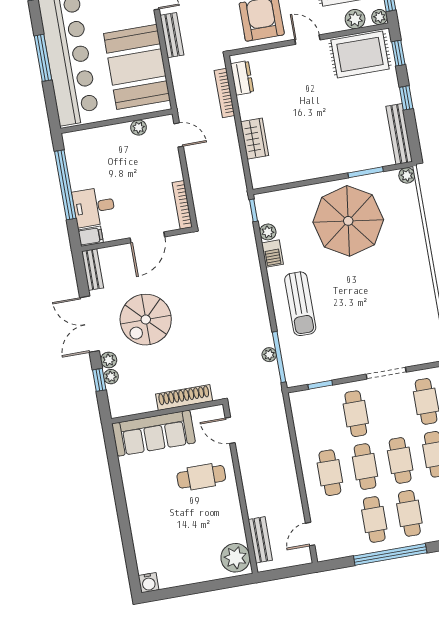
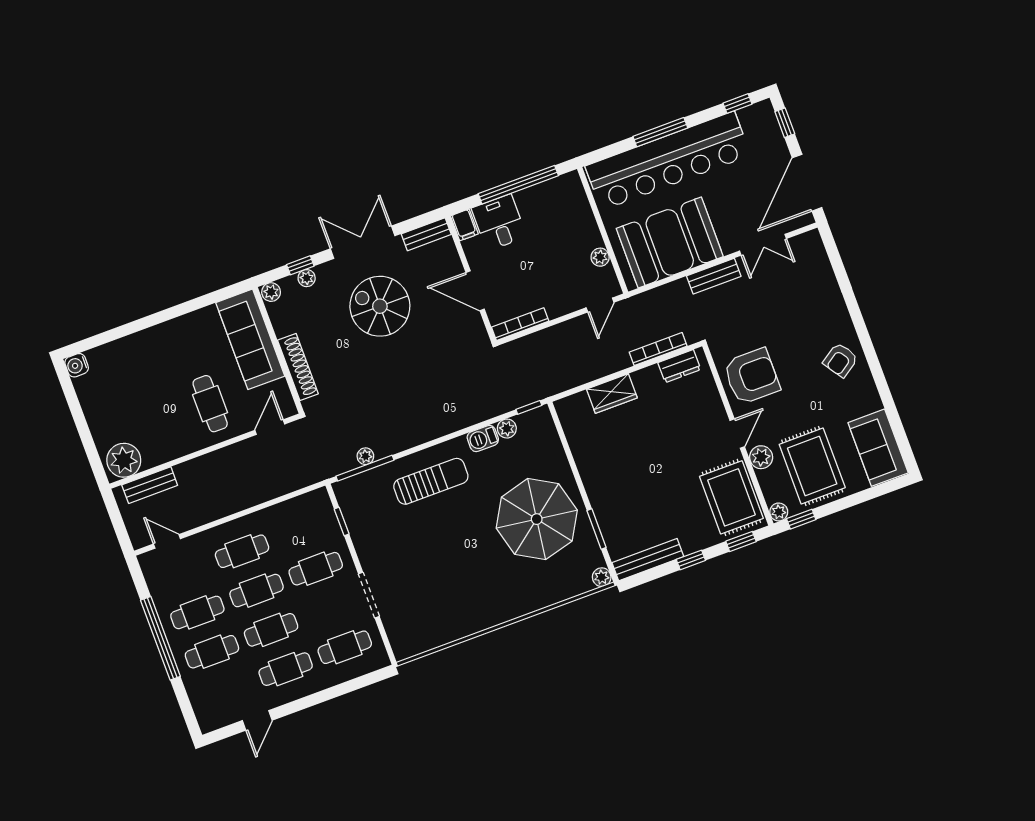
plant: (355, 19) -> (761, 457), moved
sun lounger: (300, 304) -> (431, 481), turned 180
plant: (109, 360) -> (271, 292), moved

